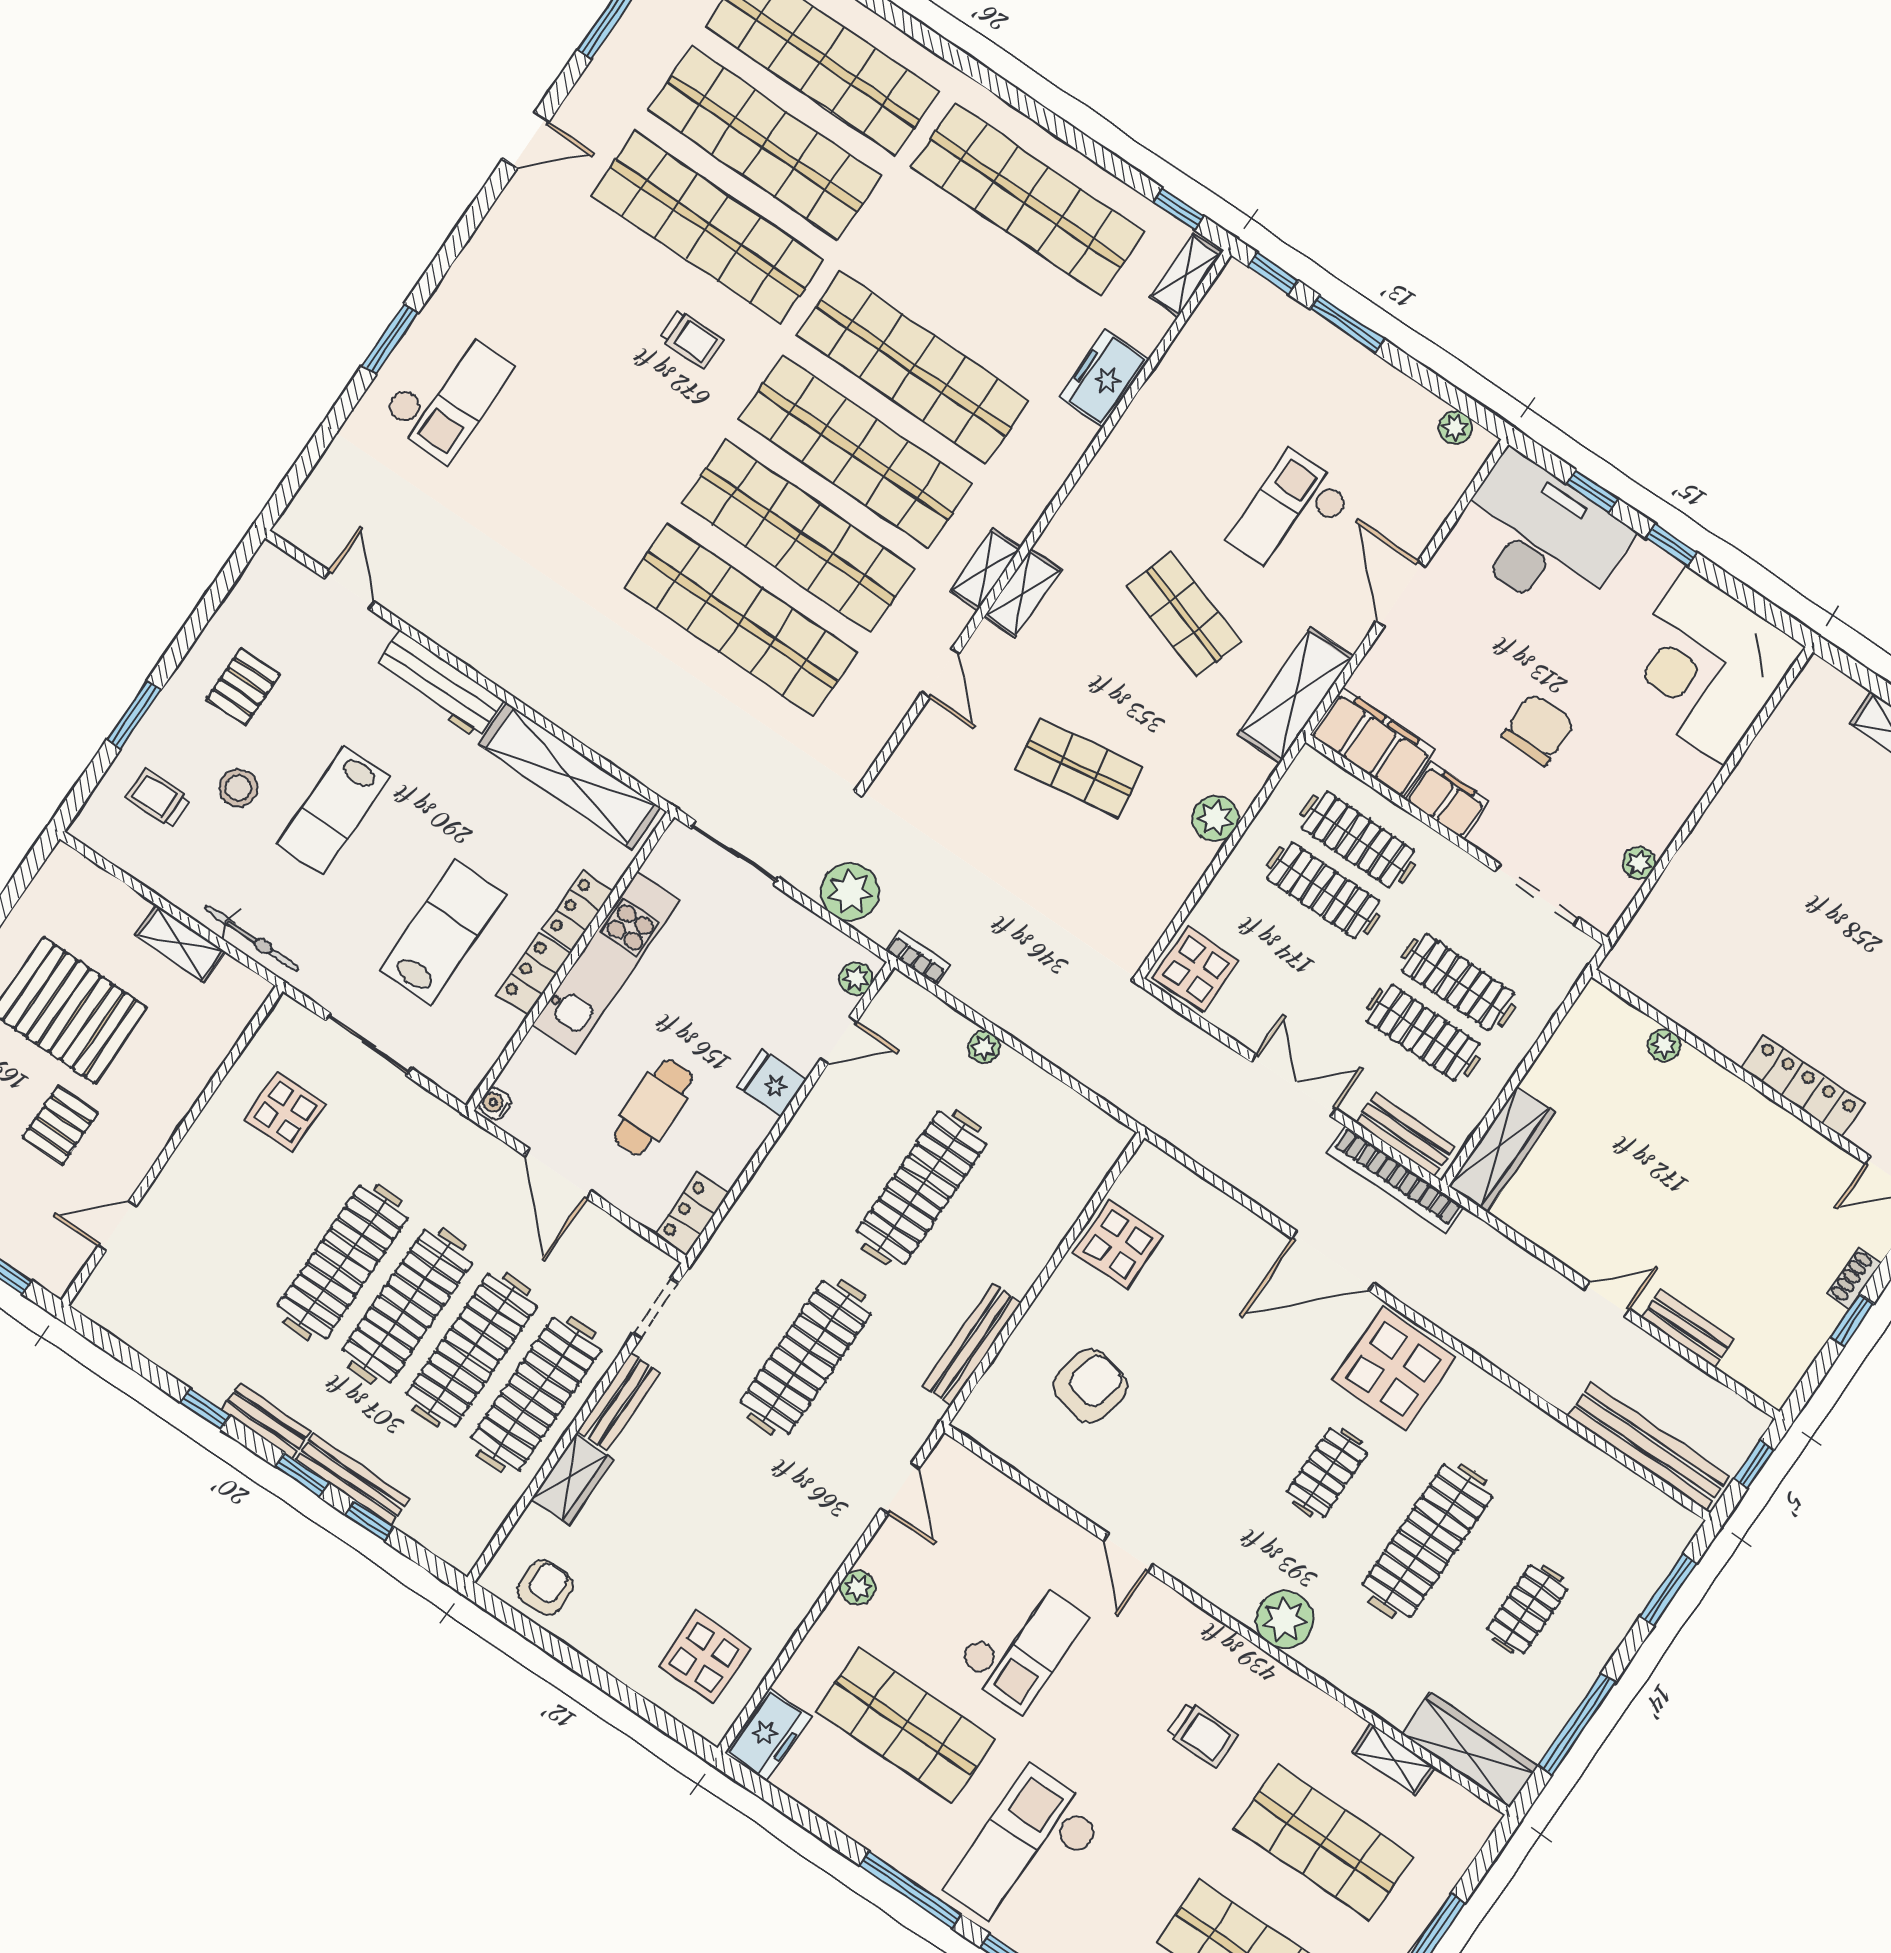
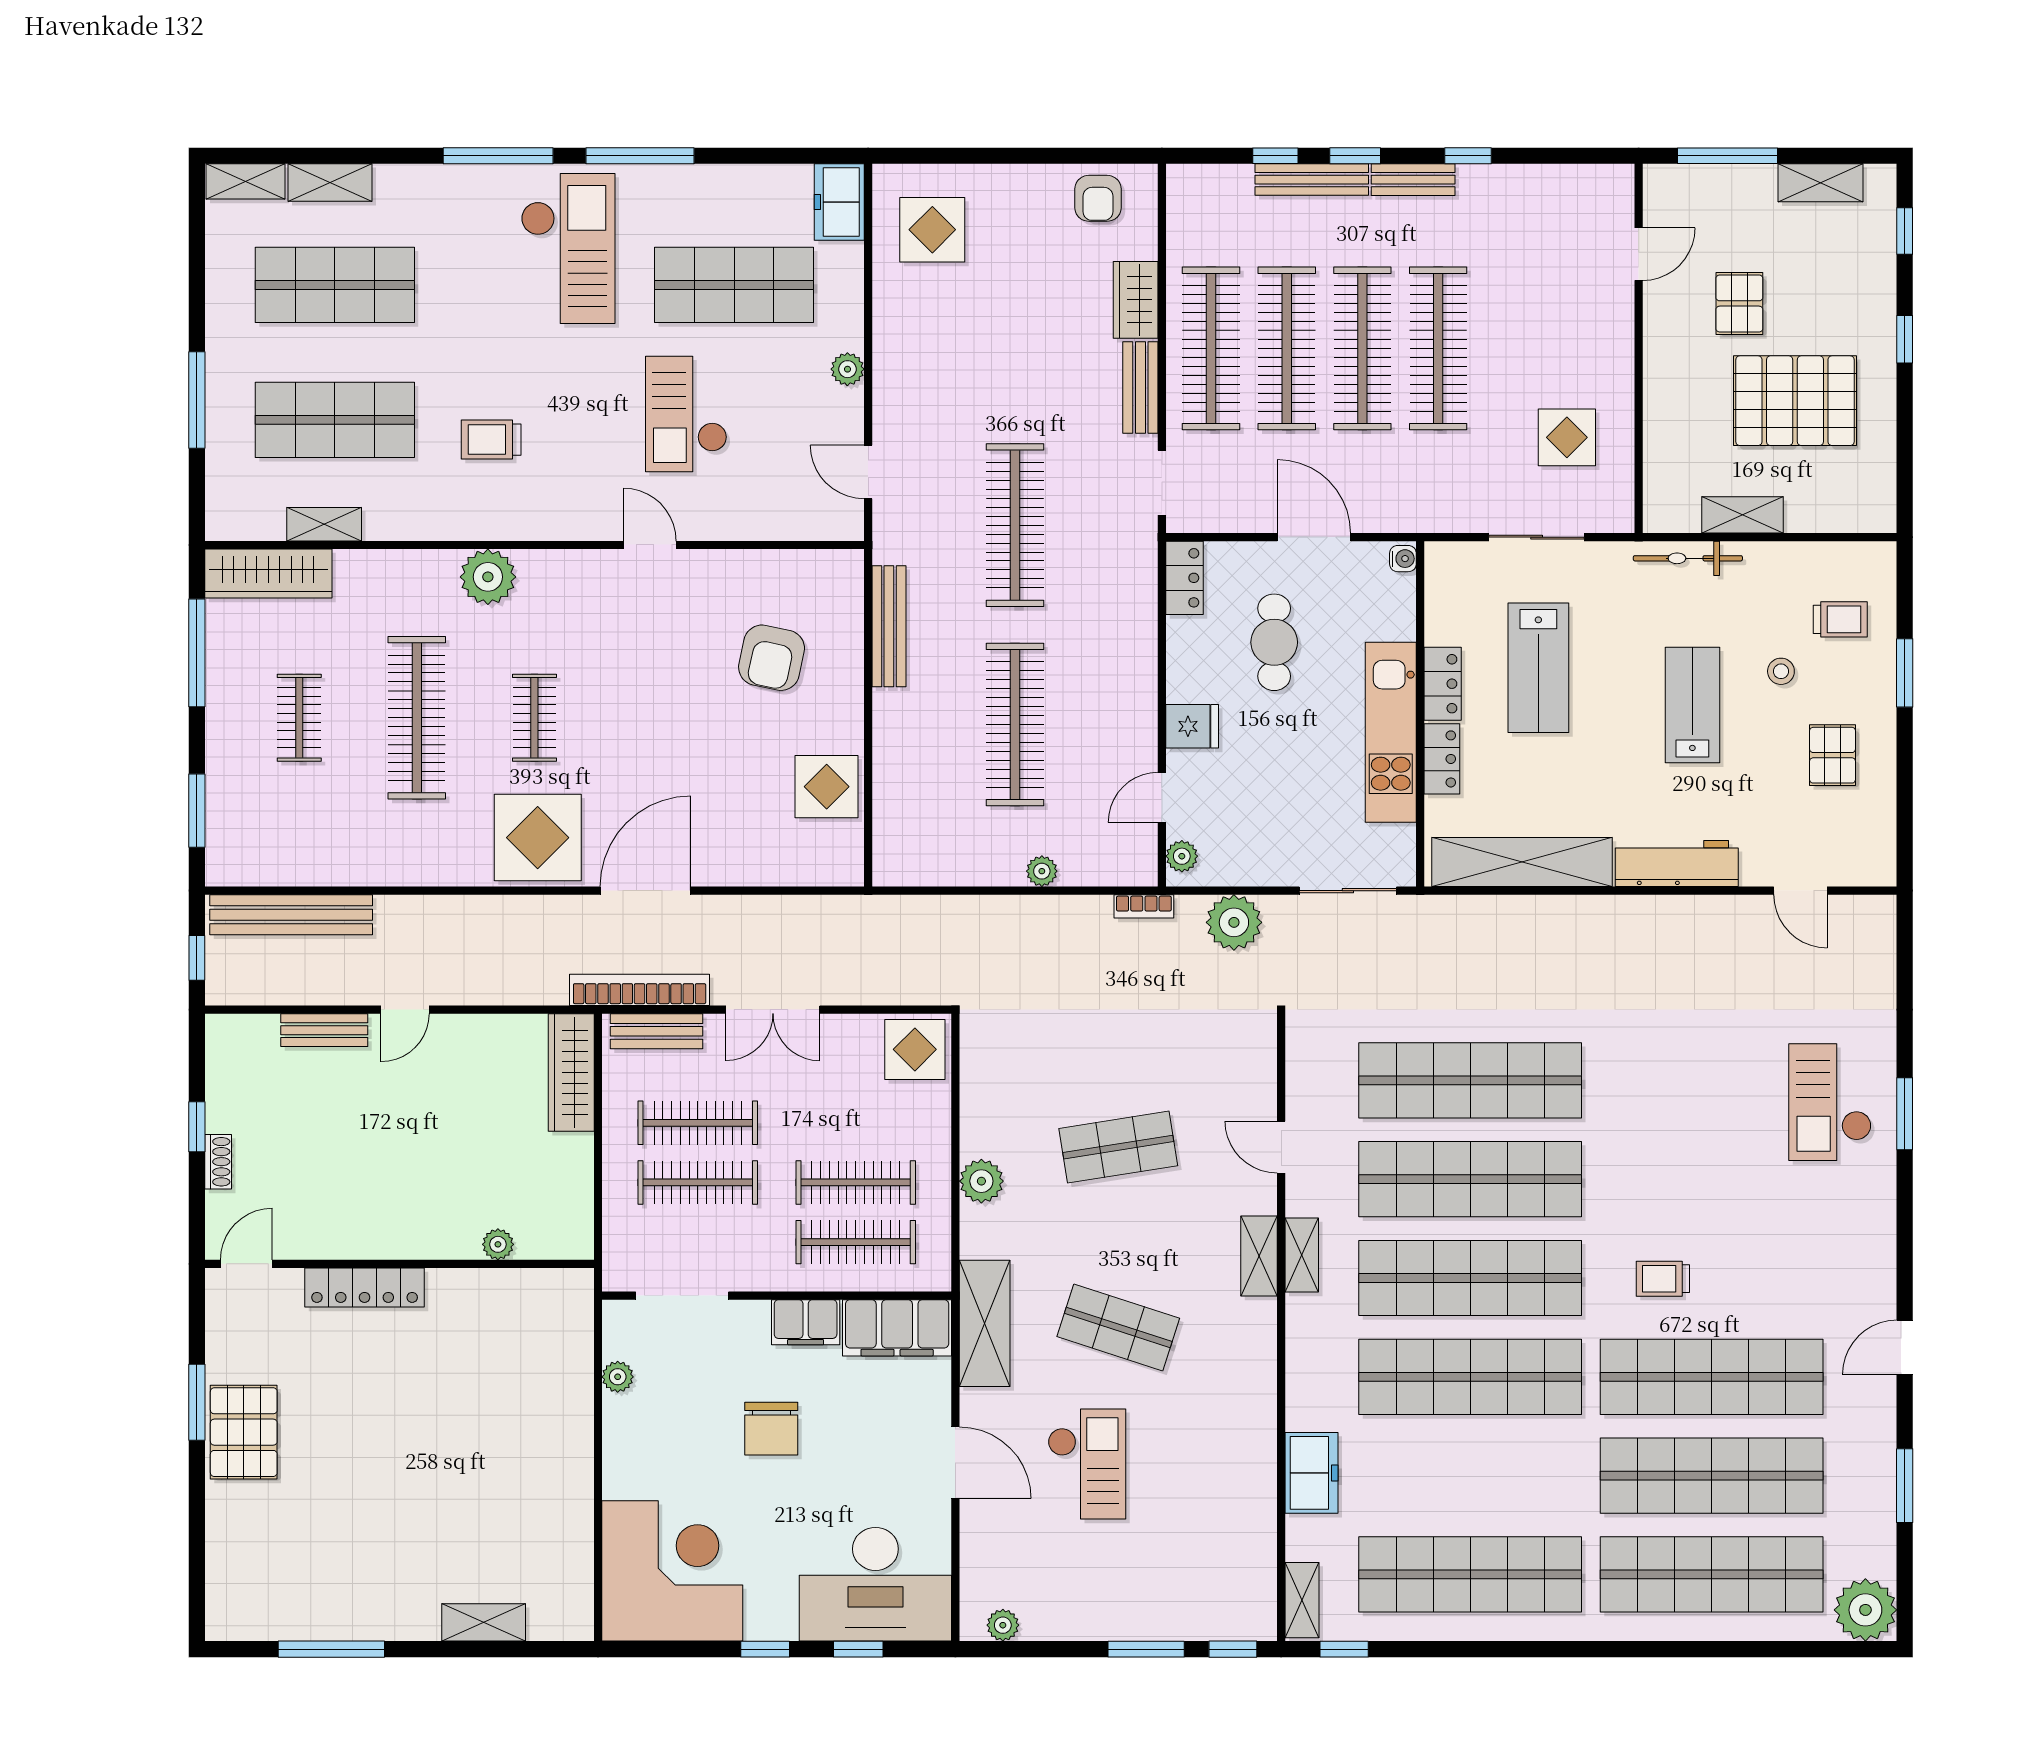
stool: (238, 788) -> (1781, 671), width x0.73, depth x0.73

